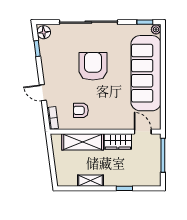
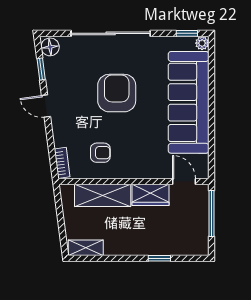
door: (43, 93) -> (46, 106), moved
armchair: (81, 110) -> (100, 153), turned 180
shelving: (91, 181) -> (86, 248), moved

